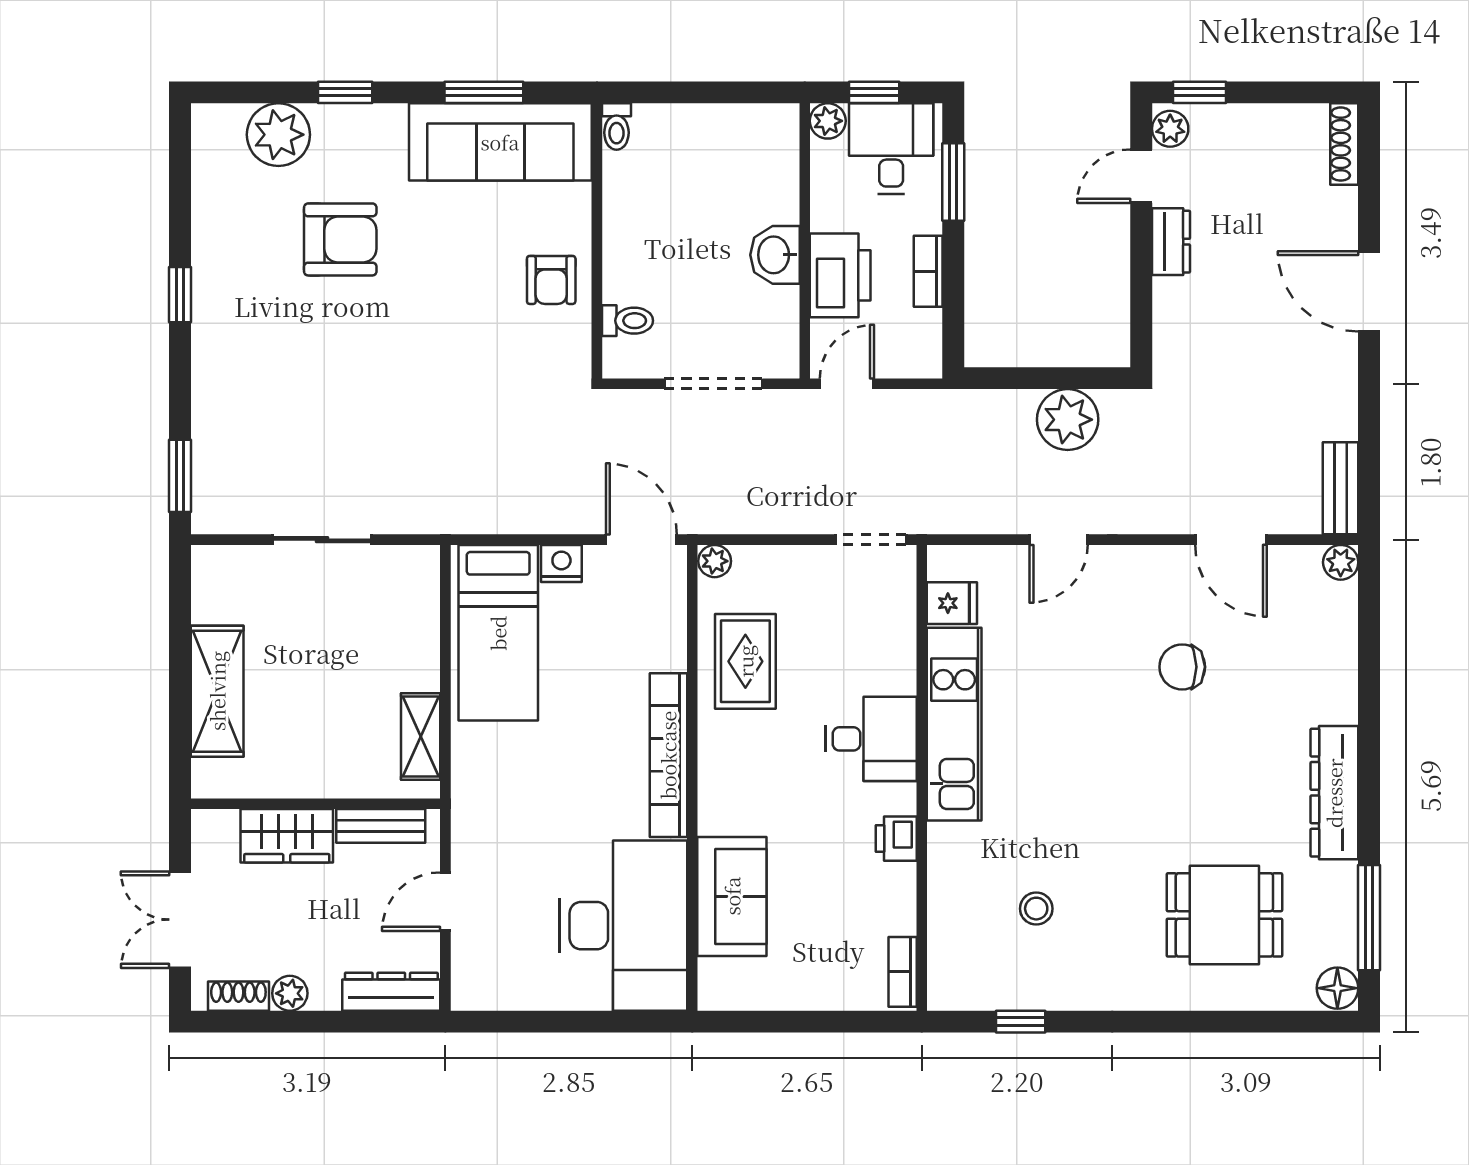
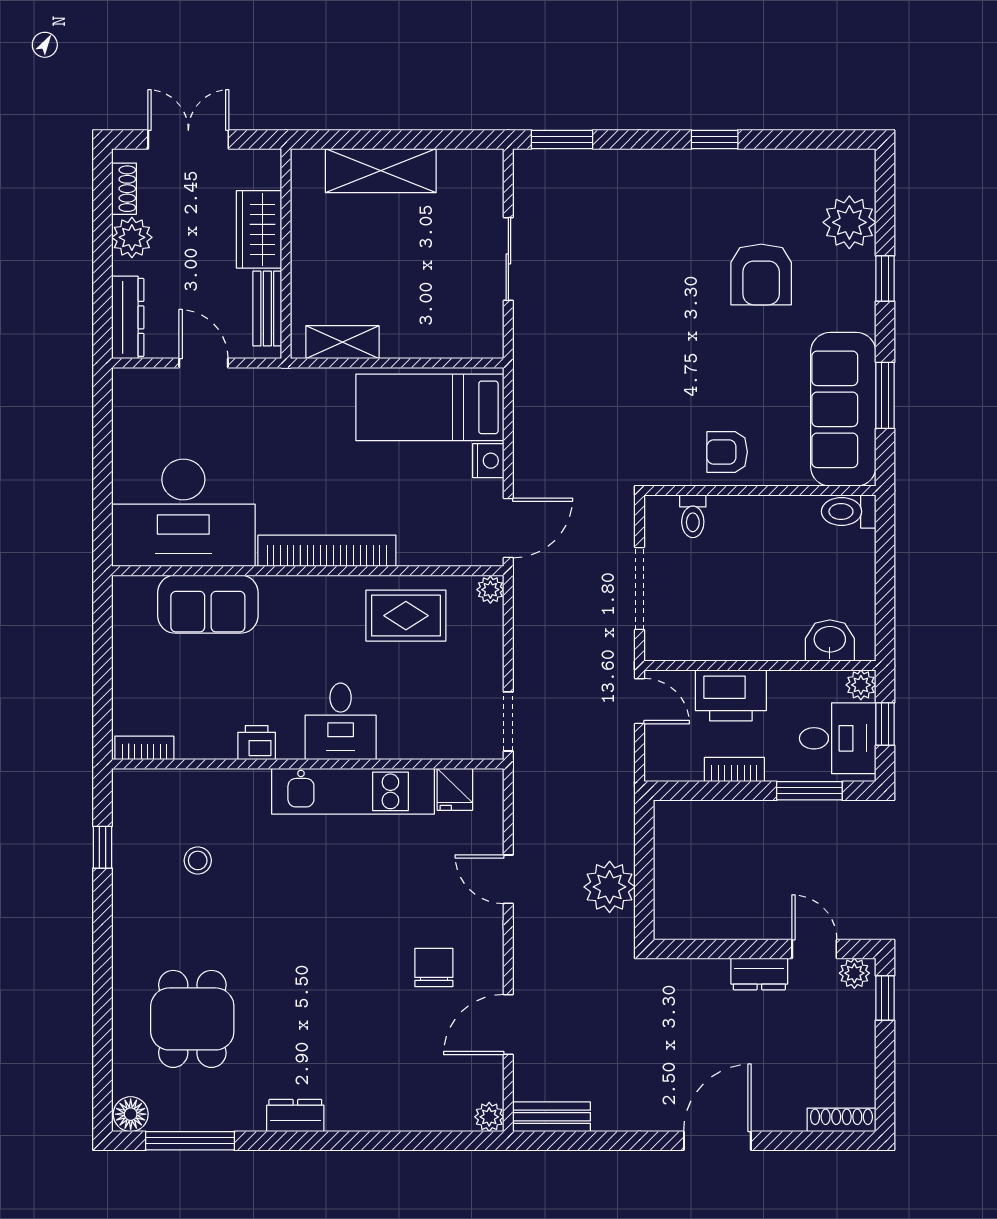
toilet: (616, 127) -> (849, 512), width x1.37, depth x1.39
washbasin: (775, 255) -> (830, 641), moved
chair: (1182, 667) -> (434, 968), moved
dresser: (1334, 793) -> (295, 1115), width x0.51, depth x0.80
plant: (290, 993) -> (132, 237), width x1.38, depth x1.38

